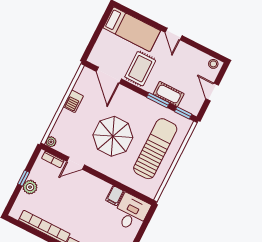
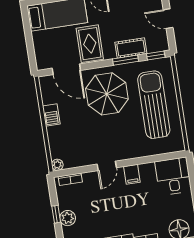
parasol: (113, 136) -> (107, 94), moved
door: (76, 163) -> (107, 166), moved
filing cabinet: (115, 196) -> (132, 174), moved

